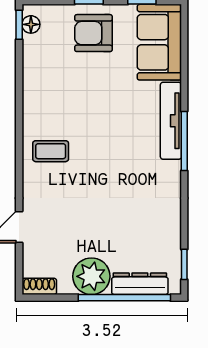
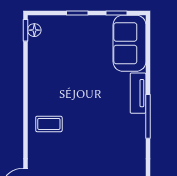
armchair: (93, 33) -> (81, 36), removed
tv unit: (171, 121) -> (138, 93), width x0.71

